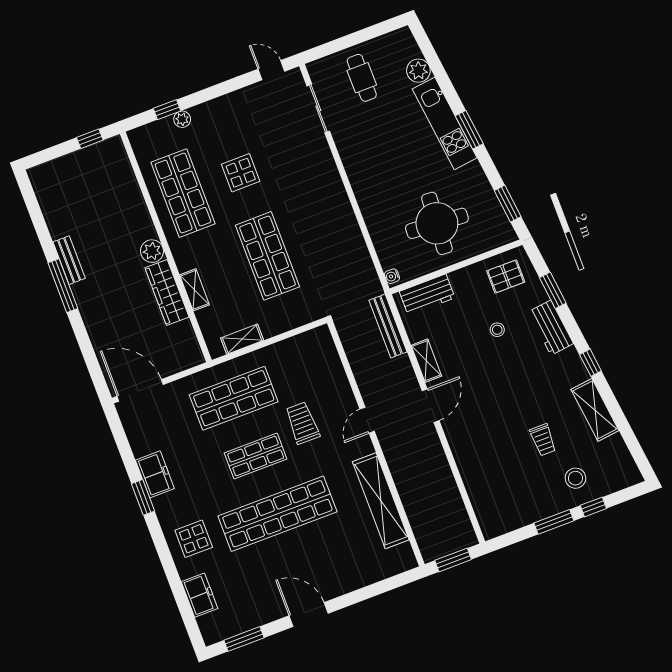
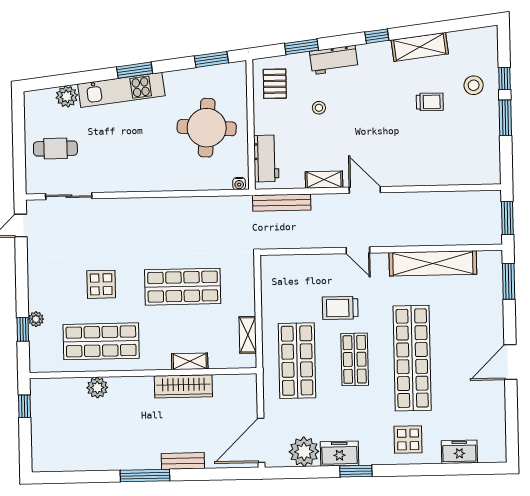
plant: (152, 251) -> (97, 388), moved
bench: (69, 260) -> (183, 461), moved
plant: (144, 438) -> (304, 452), added
window: (244, 639) -> (509, 281), moved

